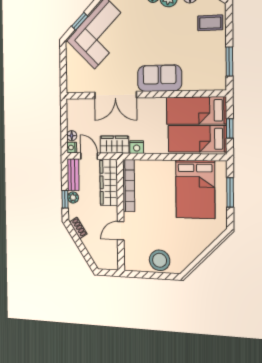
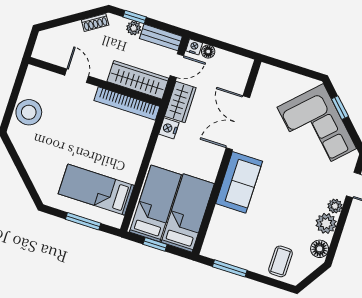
bed: (195, 189) -> (96, 190), width x0.67

